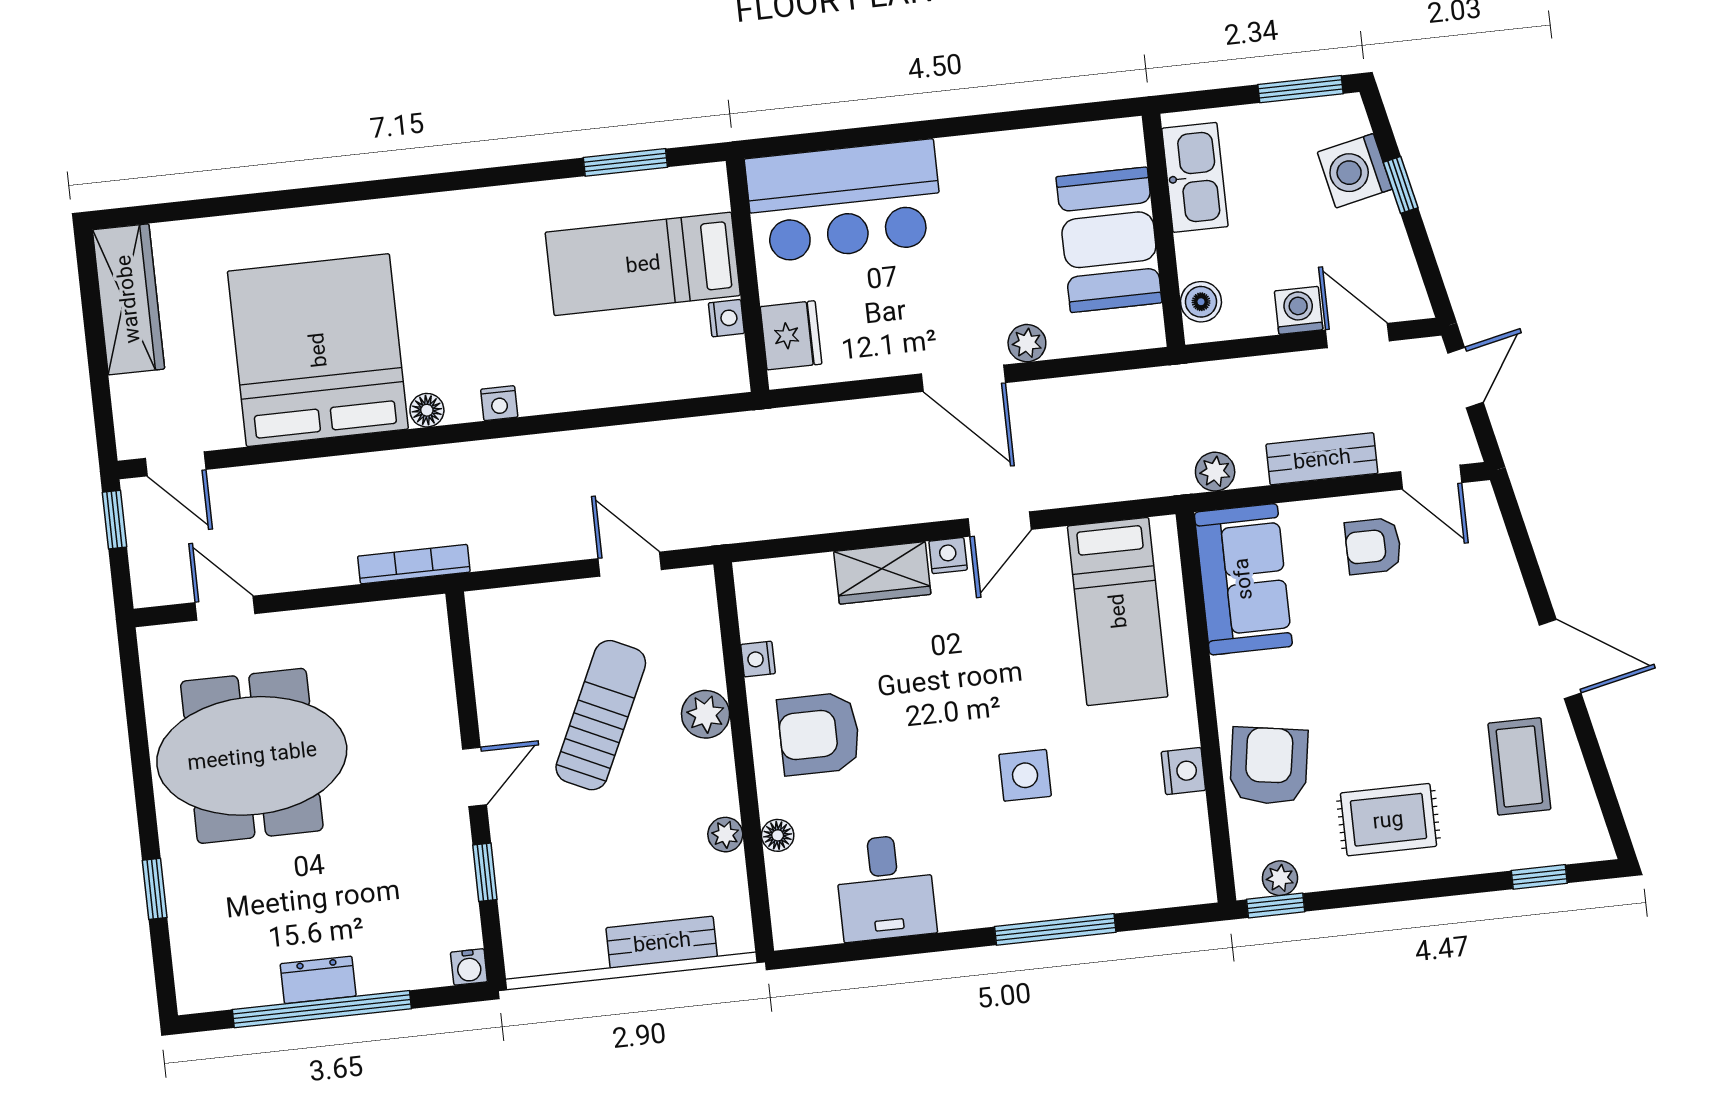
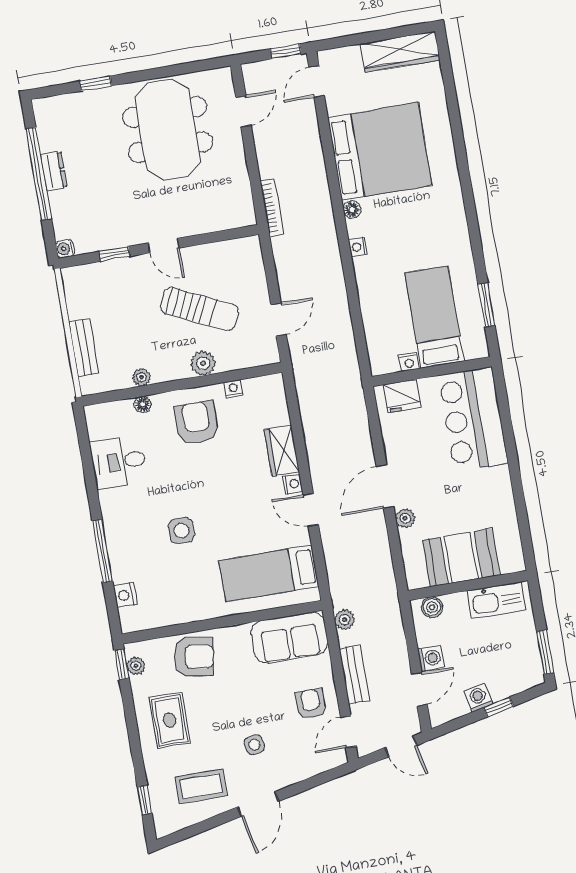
washing machine: (1355, 171) -> (478, 698), moved, width x0.73, depth x0.73
side table: (1445, 659) -> (254, 745), added
nightstand: (1183, 771) -> (125, 595), moved, turned 90

